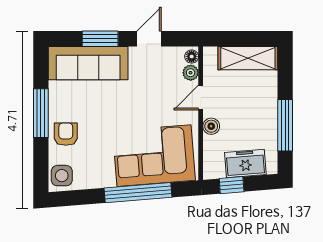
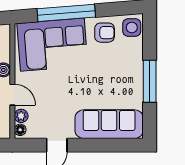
window: (100, 39) -> (99, 145), removed
door: (201, 97) -> (12, 95), hinge flipped
armchair: (66, 134) -> (105, 33), moved, turned -90

